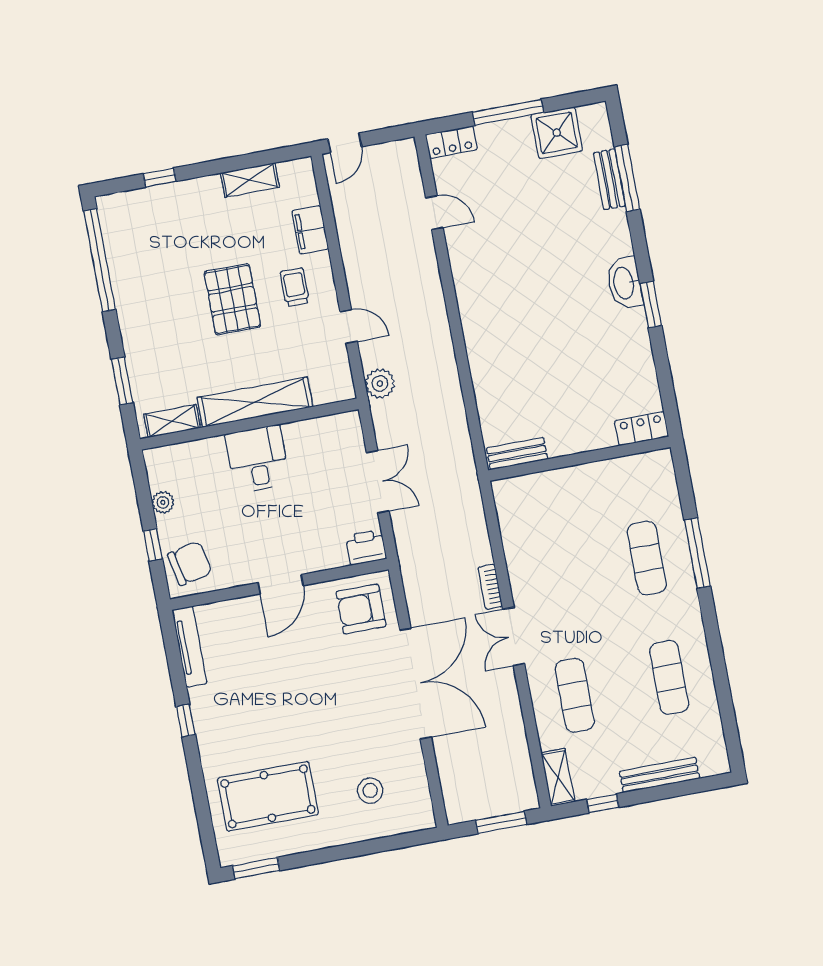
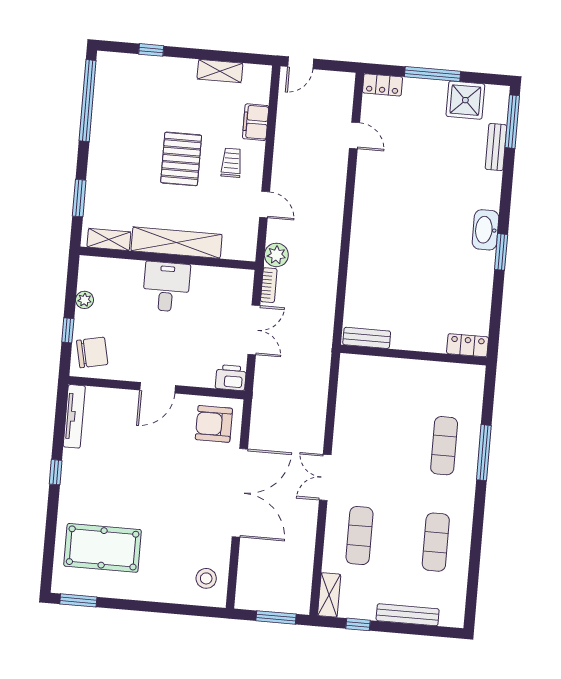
window: (627, 178) -> (512, 122), moved
bookcase: (490, 587) -> (269, 285), moved, turned 180
stool: (370, 791) -> (206, 578), moved

